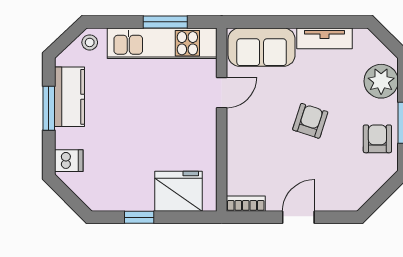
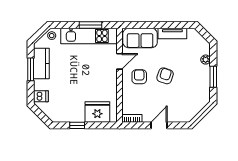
plant: (381, 81) -> (206, 60), width x0.53, depth x0.53
armchair: (377, 139) -> (139, 77), moved

